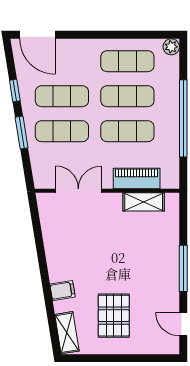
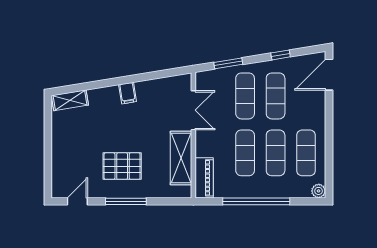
window: (22, 132) -> (228, 63), moved
piano: (137, 178) -> (204, 178), moved
shelving: (144, 202) -> (181, 158), width x1.50, depth x1.33
filing cabinet: (63, 291) -> (128, 93), moved
pallet: (114, 316) -> (122, 166), moved

